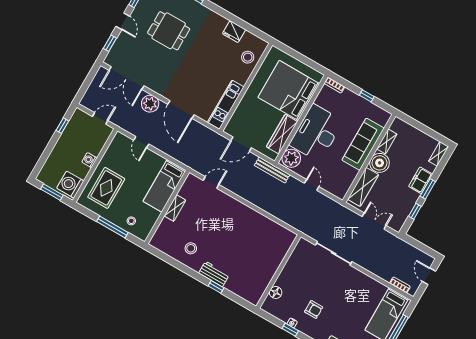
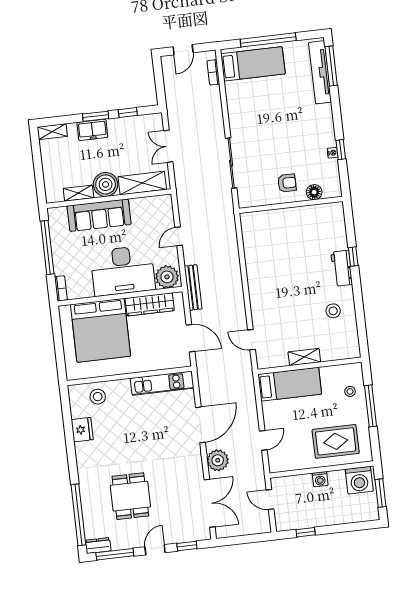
window: (367, 96) -> (47, 247), width x3.17
armchair: (314, 310) -> (287, 183), moved, turned 90

